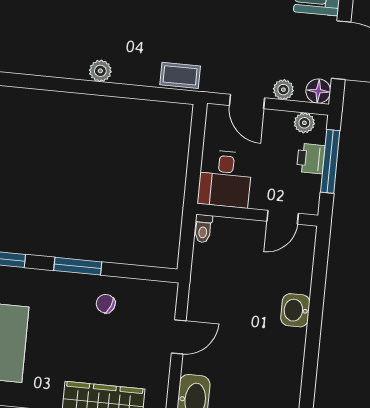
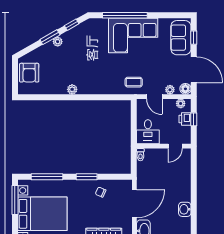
plant: (100, 71) -> (72, 89), moved
coffee table: (180, 75) -> (134, 82), moved
window: (330, 161) -> (194, 119), width x0.46
washbasin: (295, 310) -> (185, 209), moved
door: (179, 337) -> (134, 204), width x1.88

